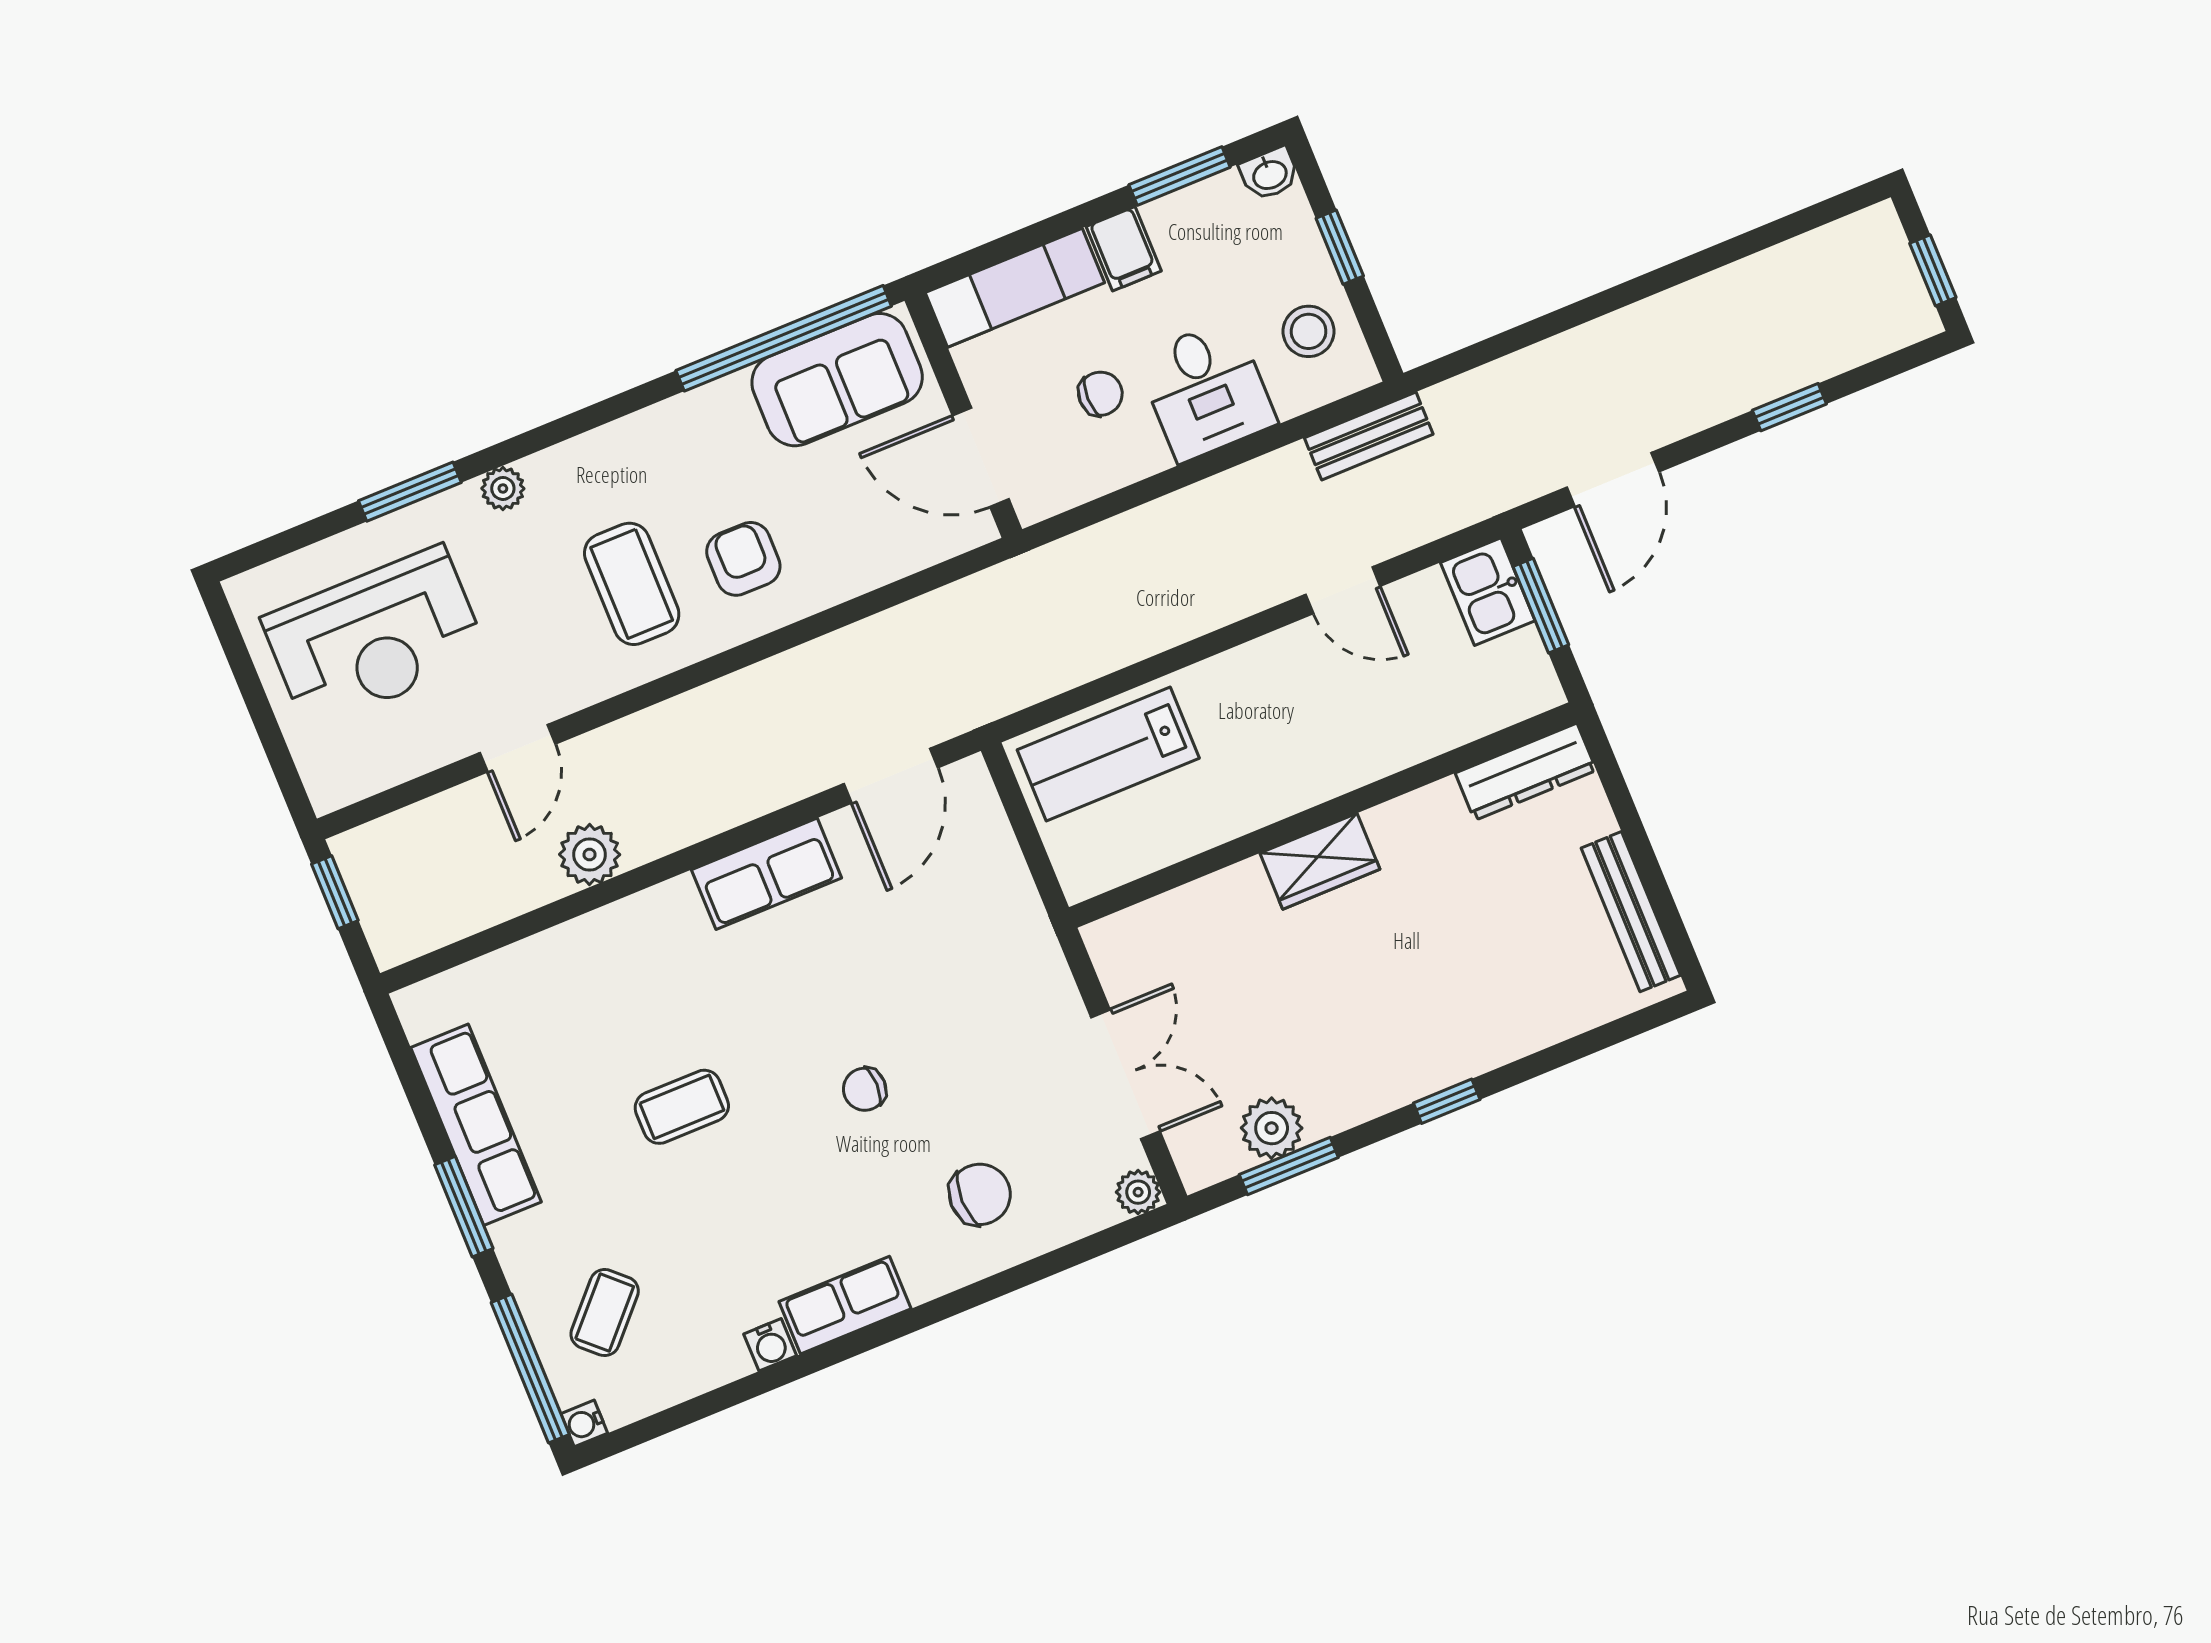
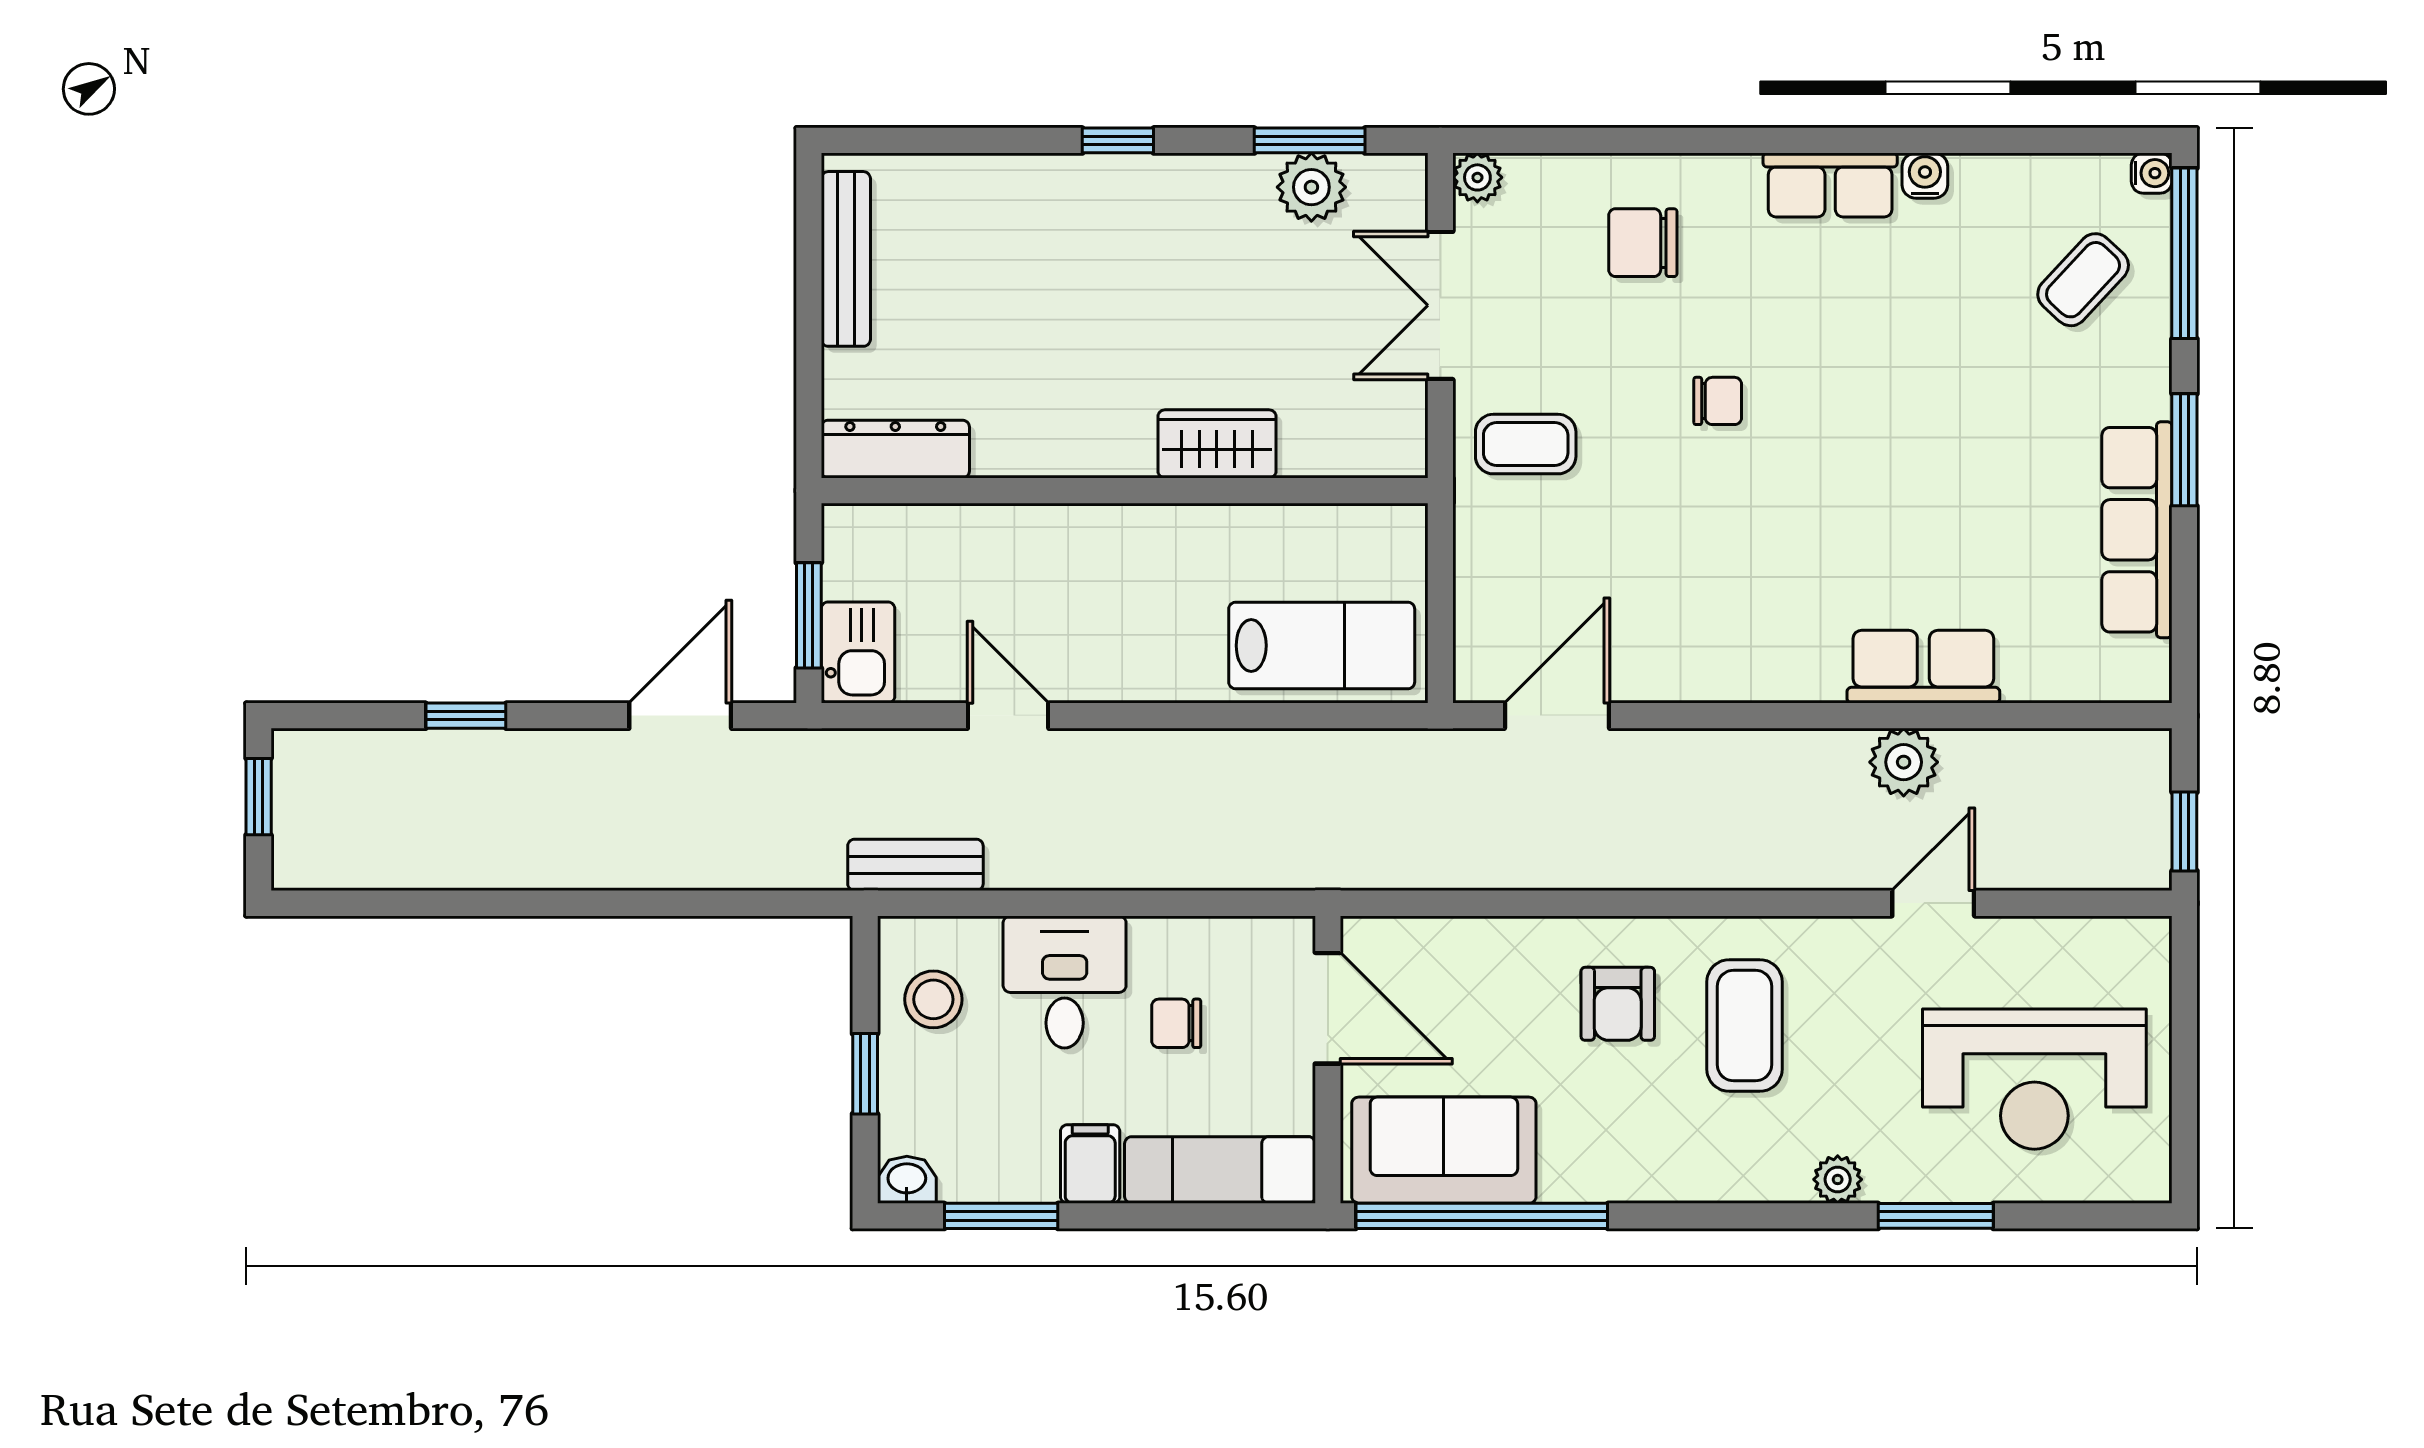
reception desk: (375, 638) -> (2034, 1079), turned 180
wardrobe: (1320, 861) -> (1217, 444), moved
row of seats: (767, 874) -> (1923, 667), moved
coffee table: (682, 1107) -> (1526, 444), moved

